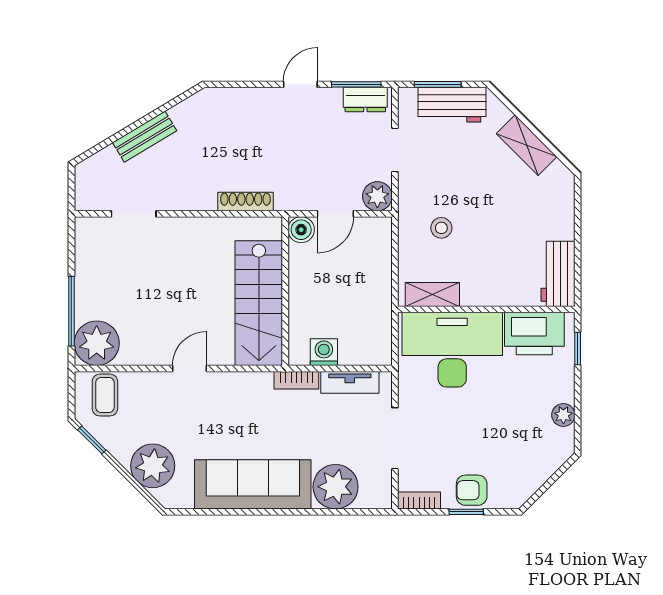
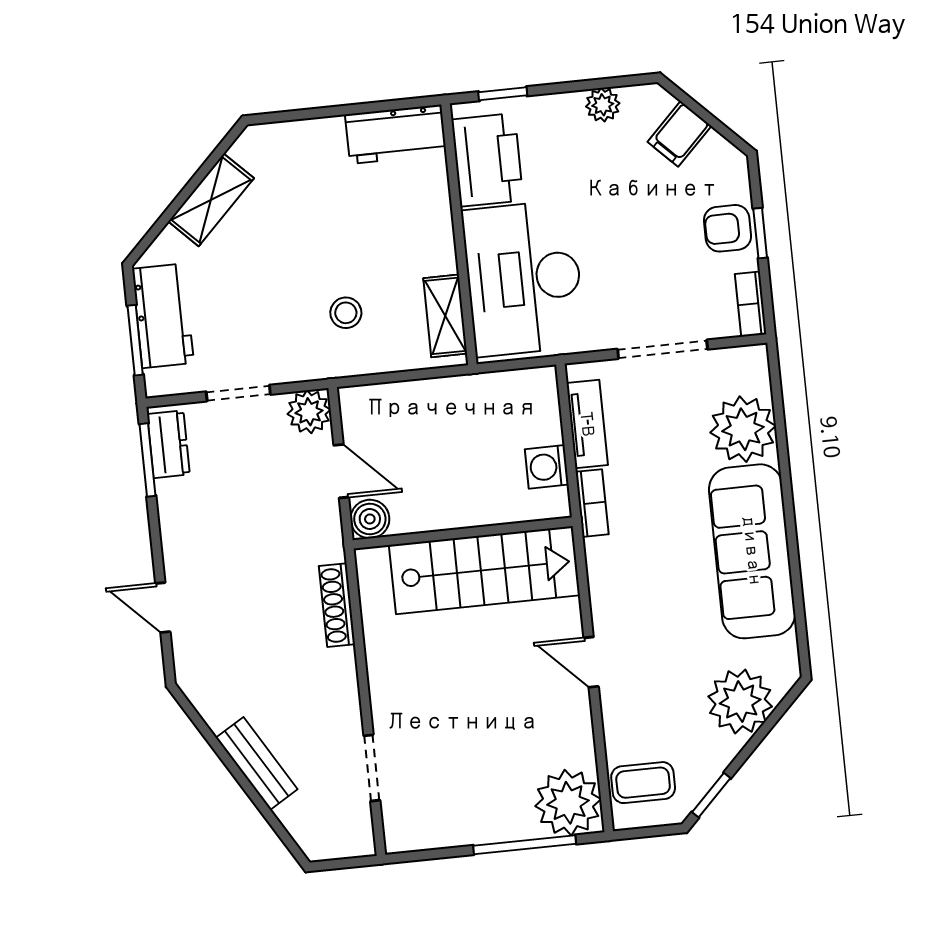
door: (300, 84) -> (163, 608), moved
filing cabinet: (538, 464) -> (679, 134), added
armchair: (472, 490) -> (727, 228), turned 90

